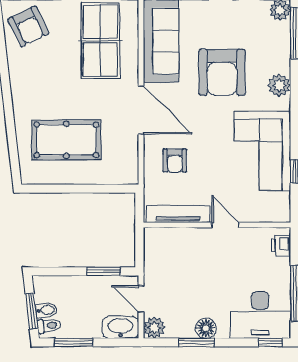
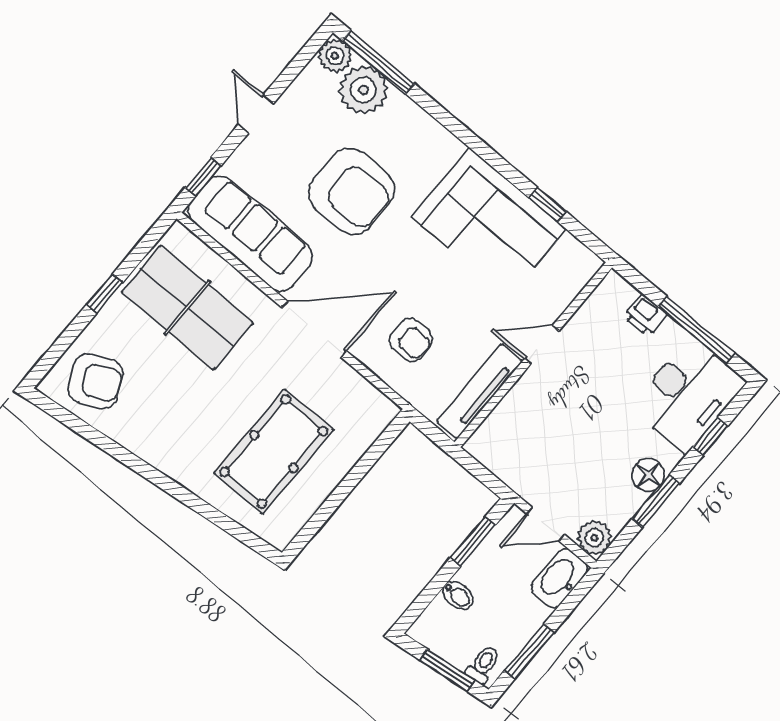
plant: (279, 85) -> (363, 90), moved, width x1.36, depth x1.36
printer: (281, 245) -> (645, 315), moved
bidet: (46, 310) -> (458, 595), moved, turned 97
window: (270, 342) -> (710, 437), moved

